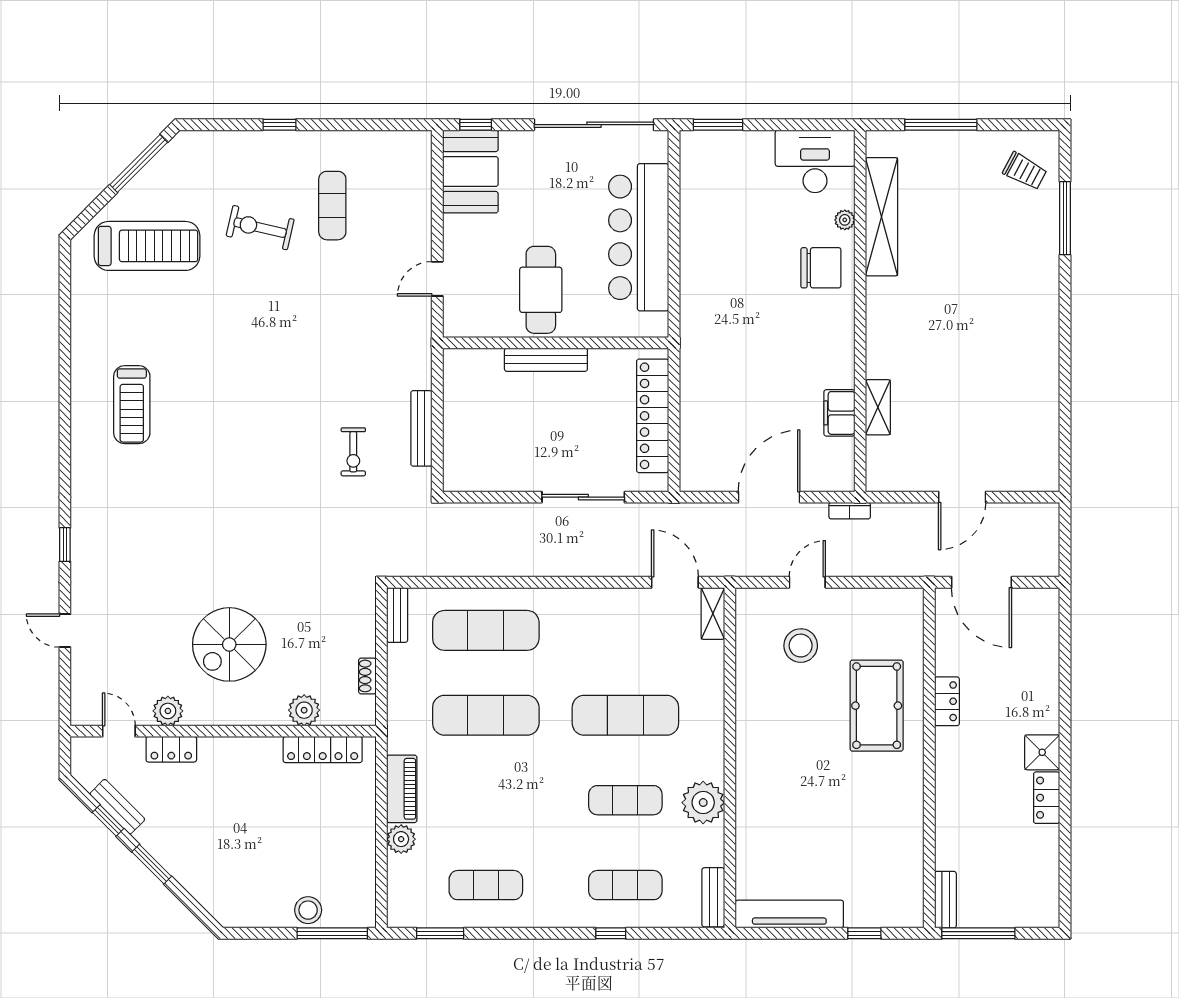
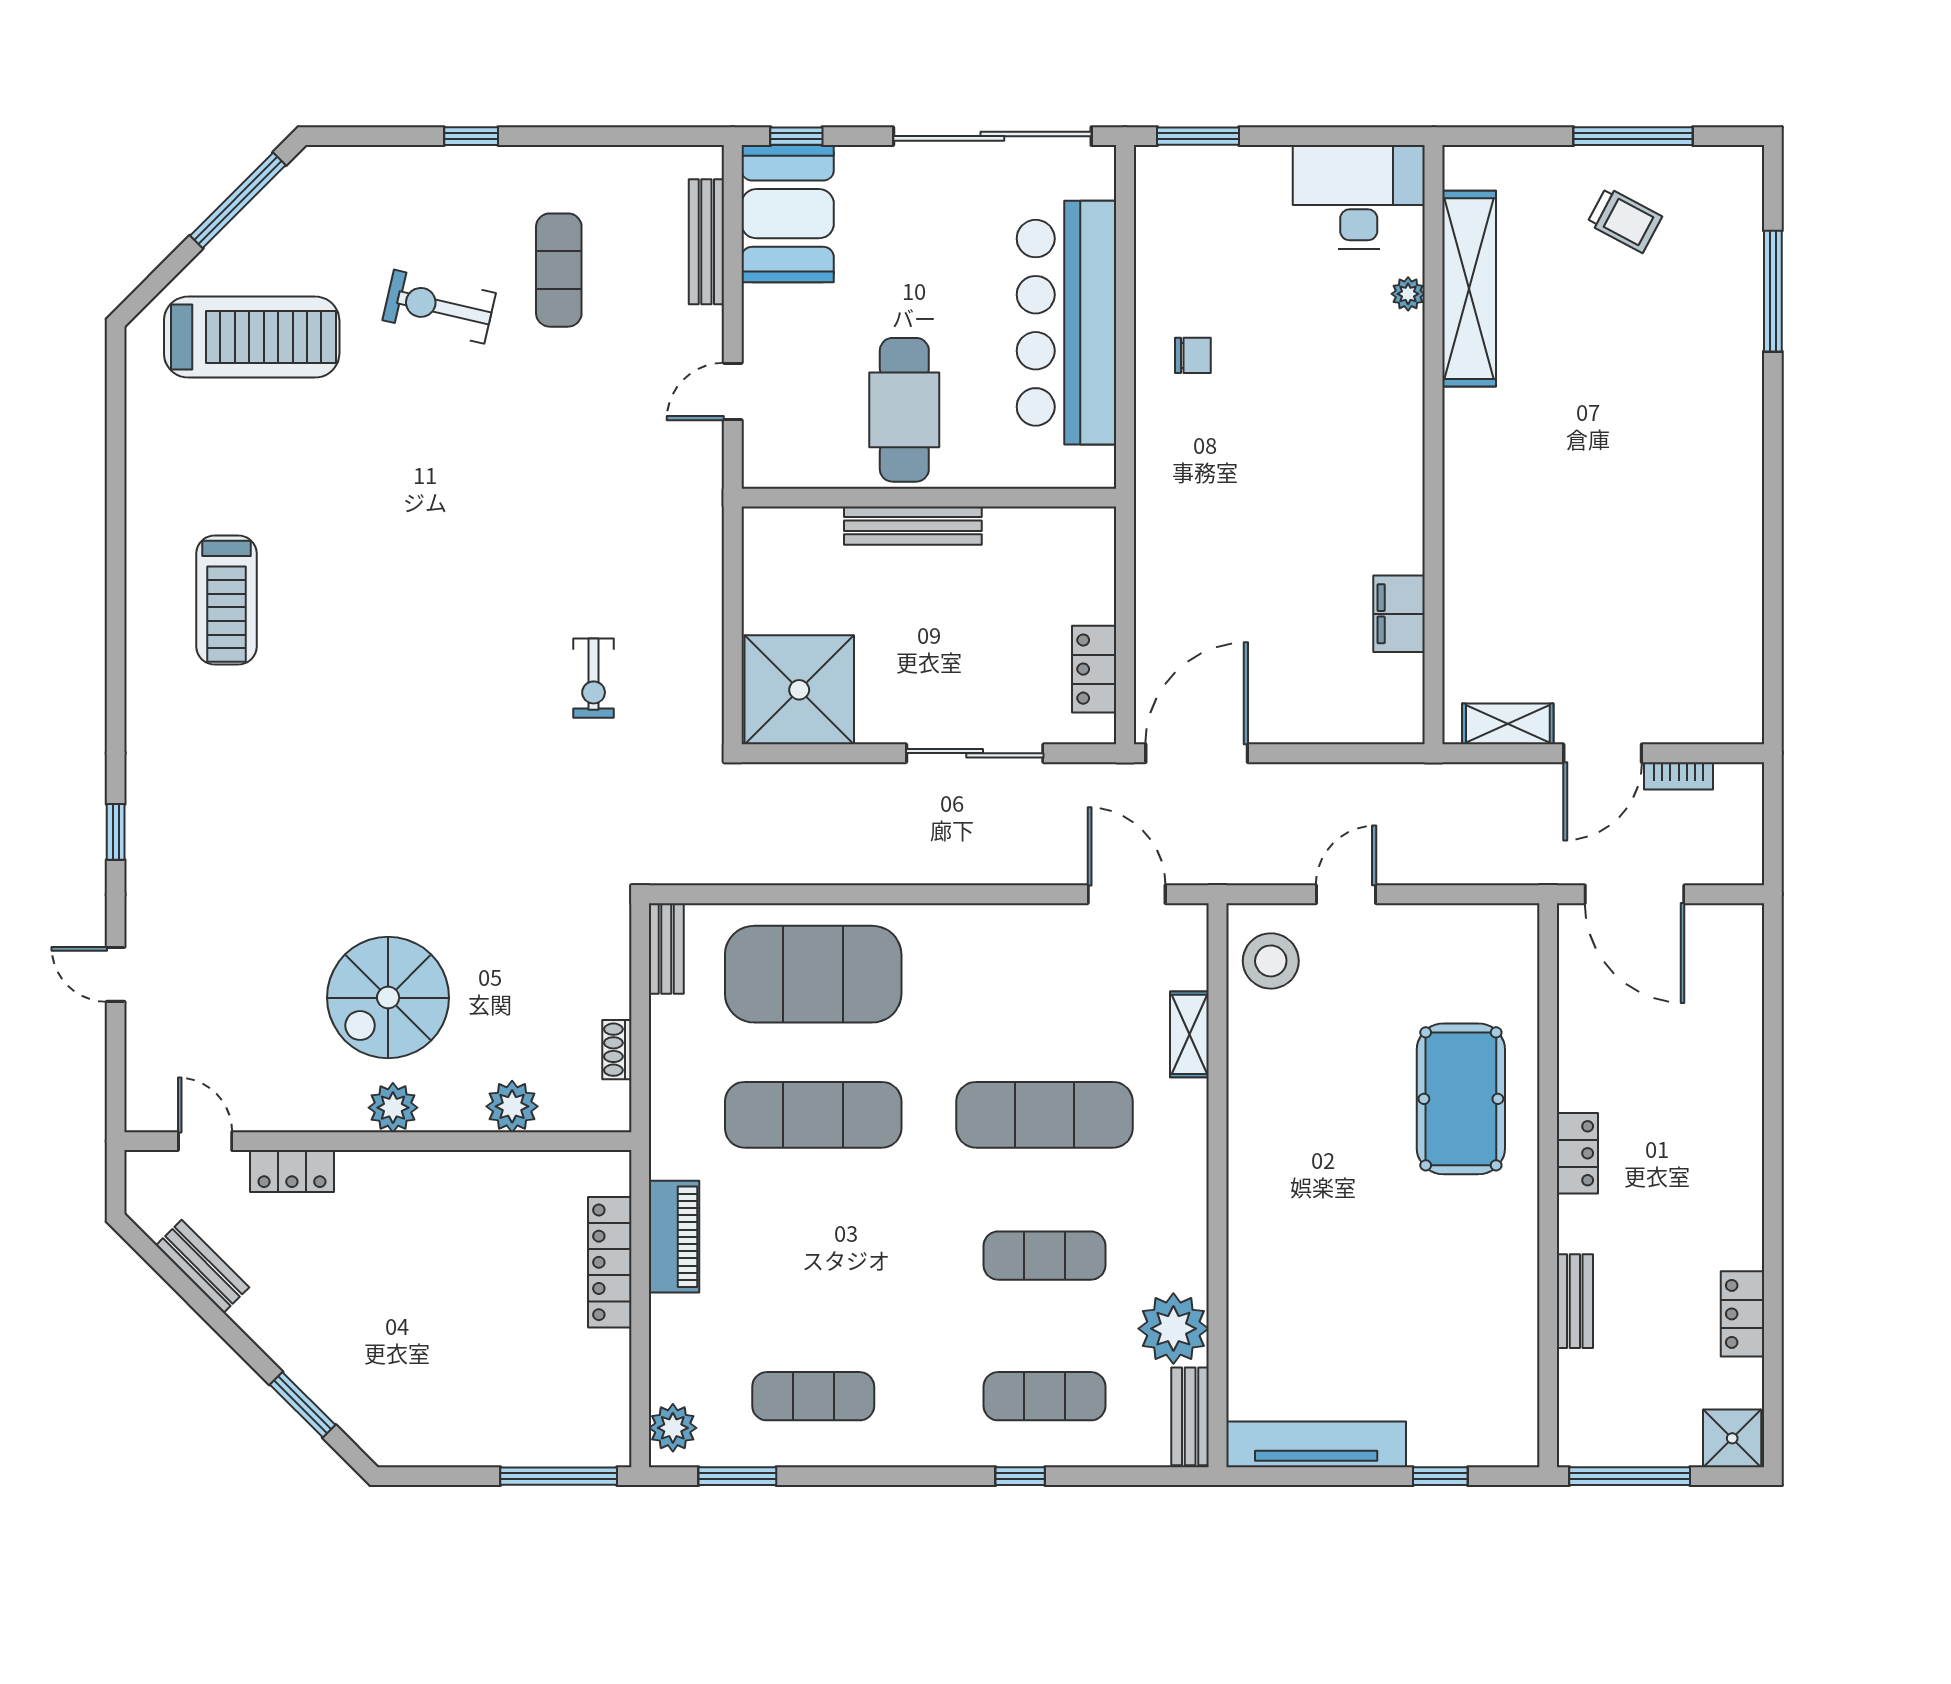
window: (941, 125) -> (1633, 136), moved
trolley: (1025, 171) -> (1625, 220), moved
chair: (821, 268) -> (1193, 355), moved, width x0.54, depth x0.54
shelving: (878, 407) -> (1508, 724), moved, turned 90
locker: (653, 416) -> (1094, 669), width x0.46, depth x0.83
bench: (421, 428) -> (706, 242), moved
shower: (477, 459) -> (799, 690), added
door: (769, 497) -> (1197, 753), moved
bookcase: (850, 511) -> (1679, 776), moved
shelving: (713, 613) -> (1189, 1034), moved
exercise mat: (486, 630) -> (813, 974), width x1.47
stool: (801, 646) -> (1271, 961), moved
locker: (947, 701) -> (1577, 1153), moved
plant: (168, 711) -> (393, 1108), moved
locker: (323, 750) -> (610, 1262), moved, turned 90
shower: (1042, 752) -> (1732, 1438), moved
locker: (1047, 798) -> (1742, 1314), moved
plant: (703, 803) -> (1173, 1329), moved
window: (108, 821) -> (187, 1289), removed
plant: (401, 839) -> (673, 1428), moved
window: (152, 864) -> (303, 1405), moved
bench: (945, 900) -> (1575, 1301), moved
stool: (308, 910) -> (519, 1438), removed

